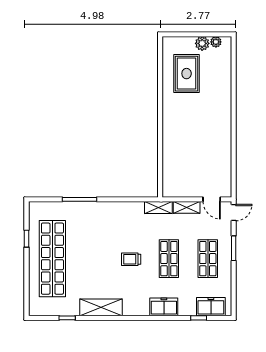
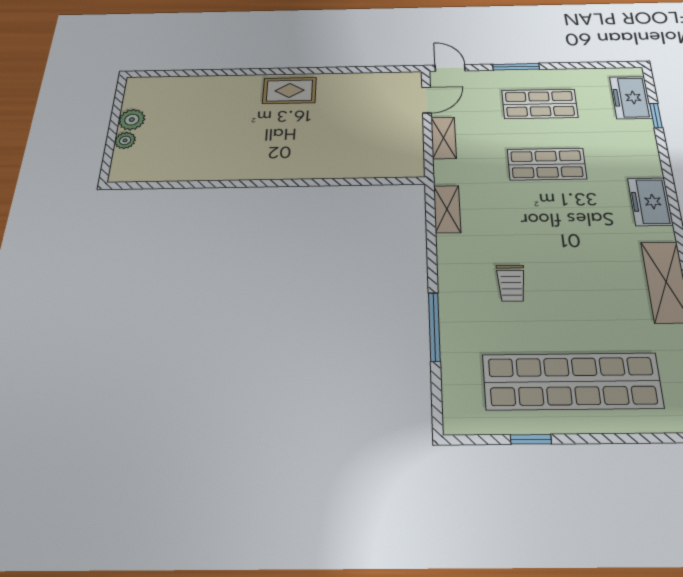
plant: (216, 42) -> (125, 140), moved
rug: (187, 74) -> (289, 91), moved, width x0.73, depth x0.70
shelving: (158, 208) -> (447, 209), moved
trolley: (131, 259) -> (511, 283), moved
freezer: (164, 307) -> (650, 202), moved

